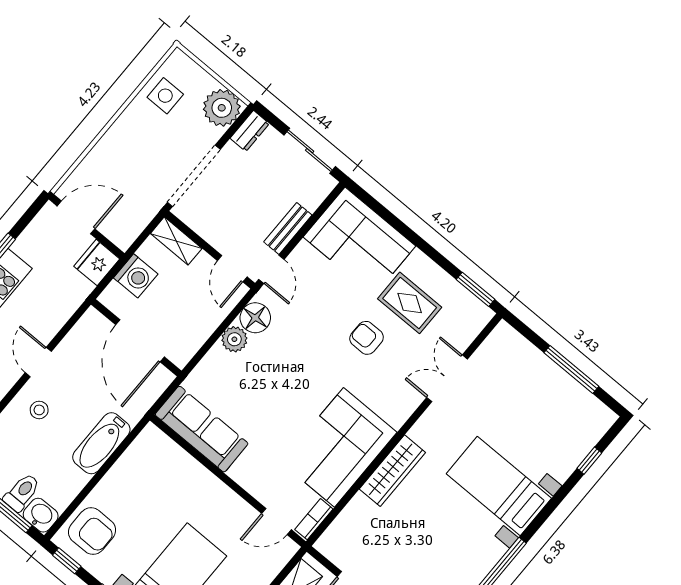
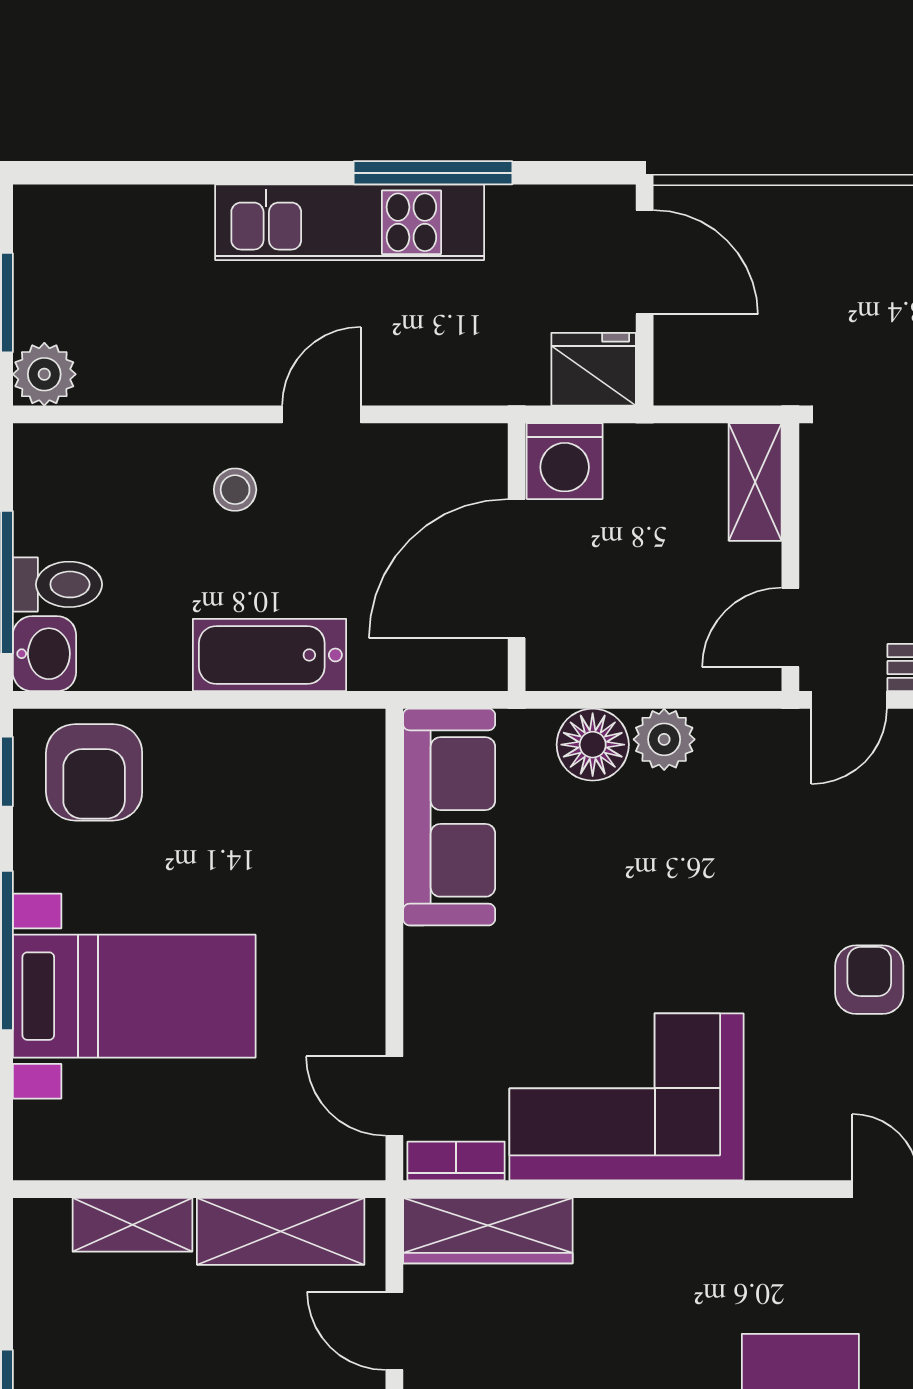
washing machine: (136, 276) -> (565, 461), moved
floor lamp: (255, 318) -> (593, 745), moved
wardrobe: (392, 471) -> (488, 1231), moved

